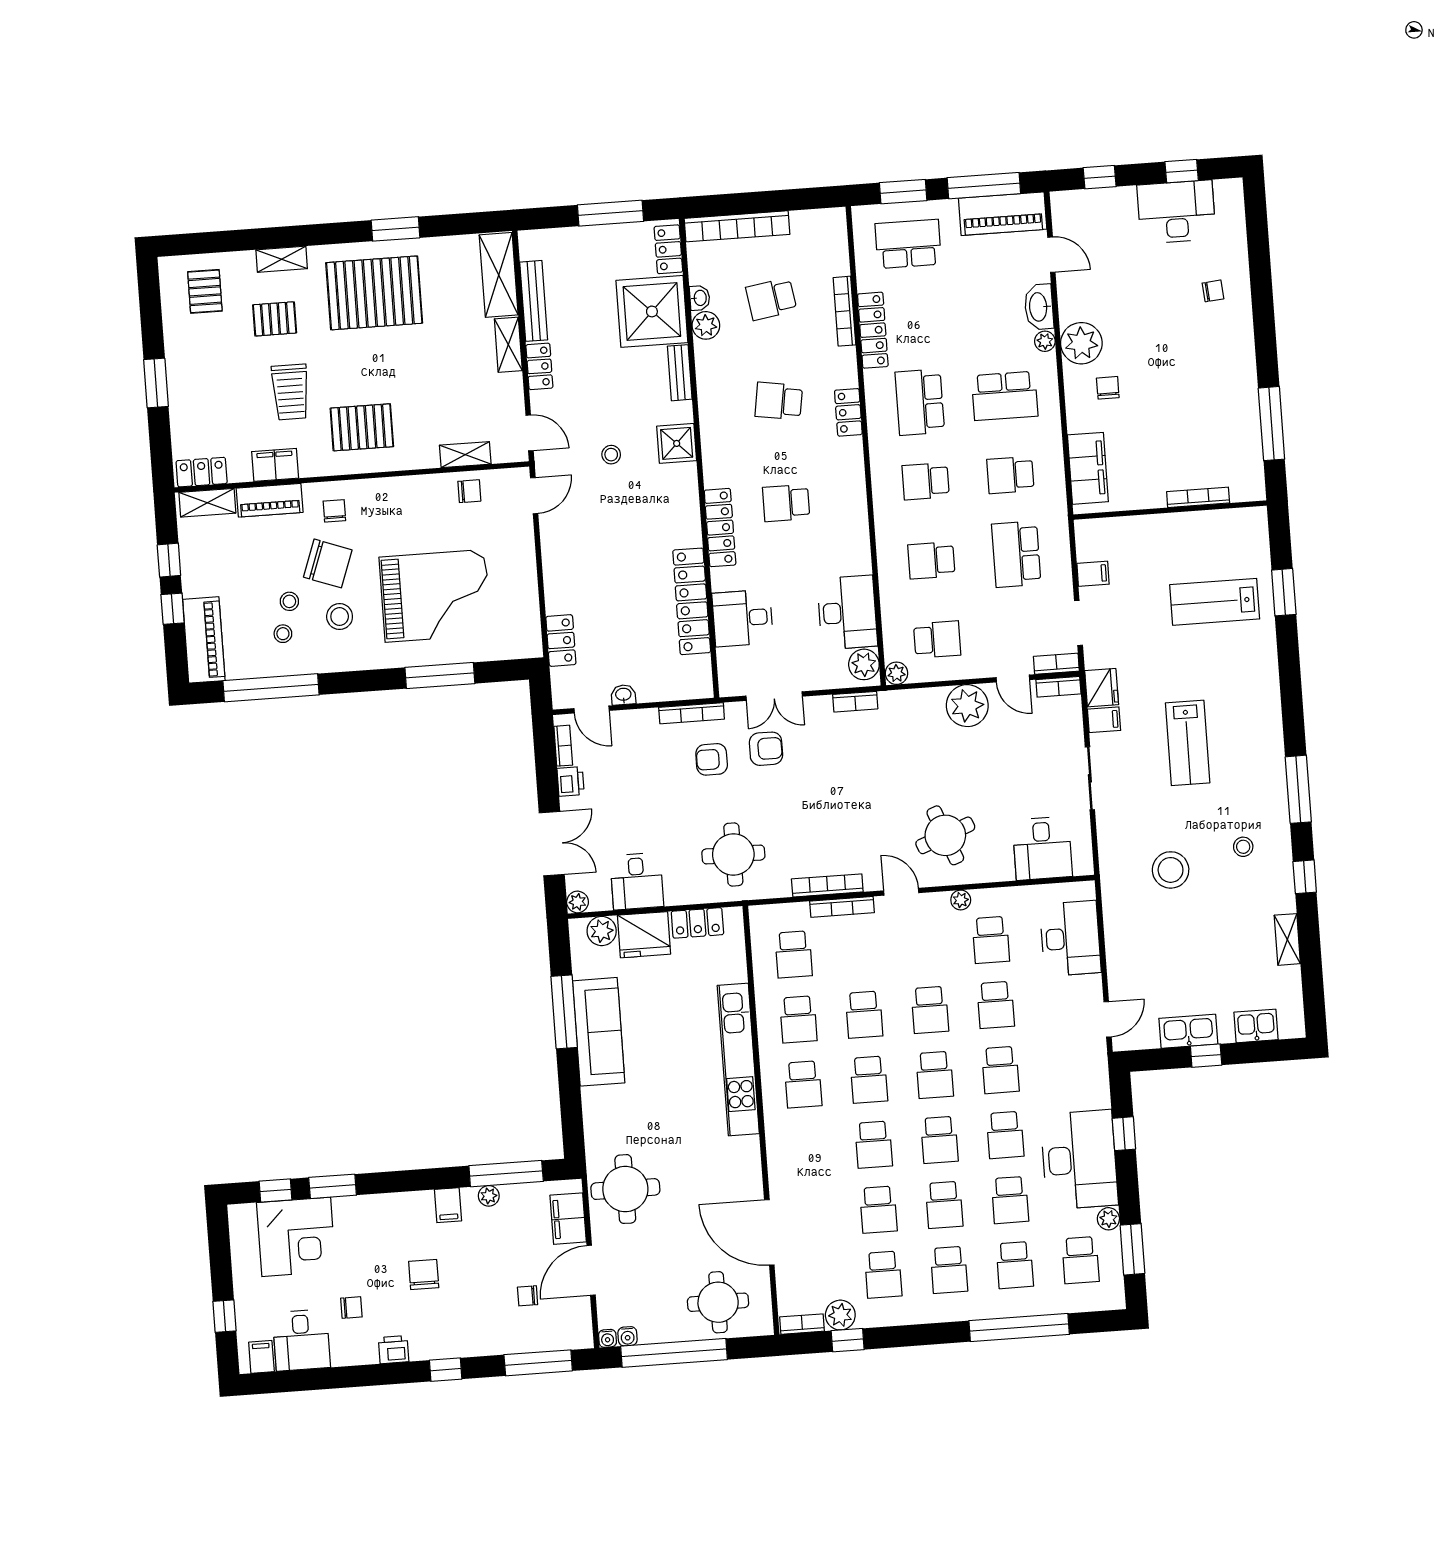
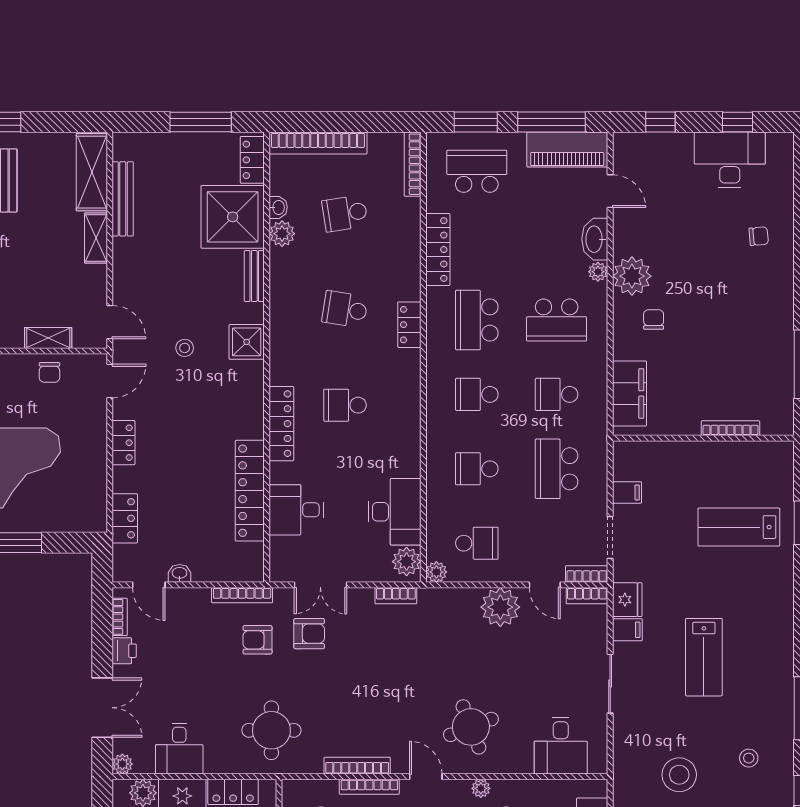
bookcase: (844, 311) -> (413, 164), moved
locker: (539, 366) -> (124, 443), moved
chair: (469, 491) -> (49, 372), turned 90

